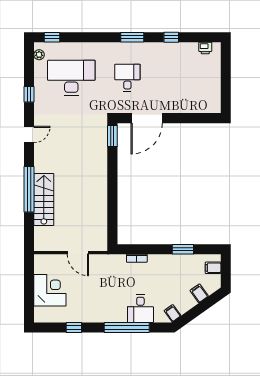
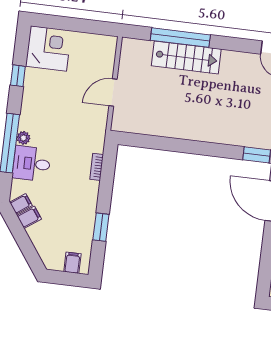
window: (29, 189) -> (180, 38), moved
corner desk: (50, 290) -> (48, 48), moved, turned -90
filing cabinet: (199, 293) -> (29, 217), moved
plant: (121, 317) -> (23, 138), added

